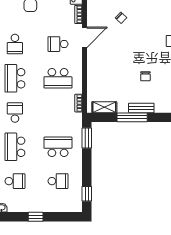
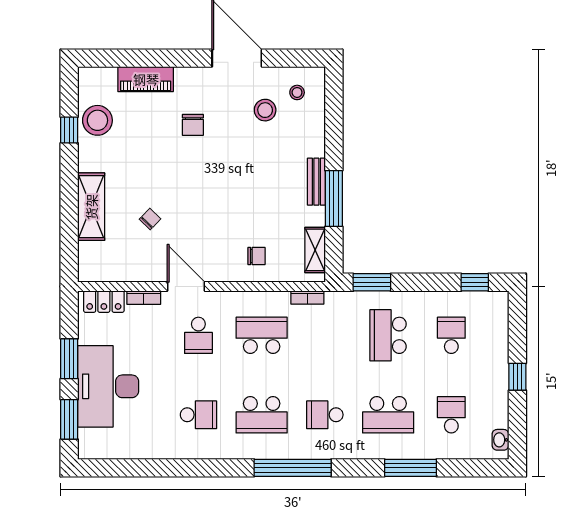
chair: (145, 76) -> (256, 256), moved
school desk: (58, 78) -> (262, 335), turned -90

